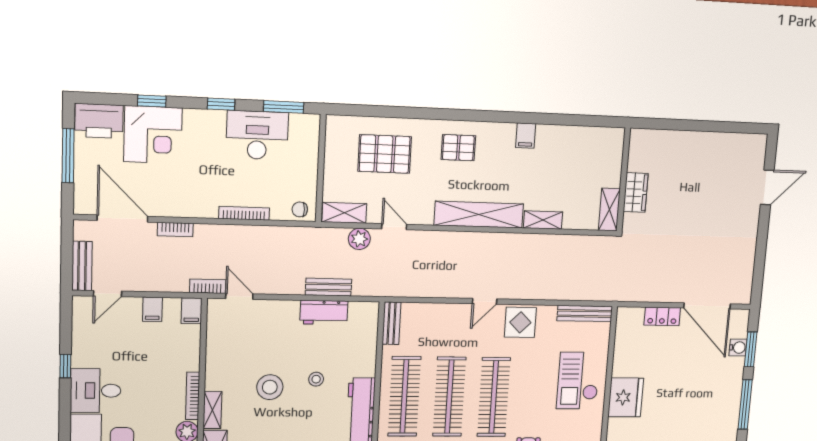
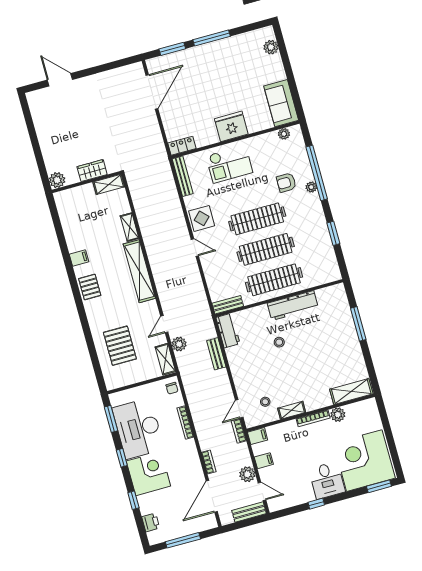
printer: (99, 121) -> (151, 522), width x0.53, depth x0.68
corner desk: (153, 135) -> (148, 474), moved
desk: (257, 135) -> (138, 428), width x1.36, depth x1.30
plant: (640, 140) -> (57, 180), added
pallet: (458, 148) -> (90, 287), moved
plant: (140, 280) -> (247, 474), added
workbench: (324, 312) -> (228, 331), moved
locker: (662, 316) -> (182, 146), moved, turned -90
water cooler: (738, 348) -> (174, 59), removed
stool: (270, 387) -> (265, 402), moved, width x0.53, depth x0.53
shelving: (212, 410) -> (292, 410), moved

